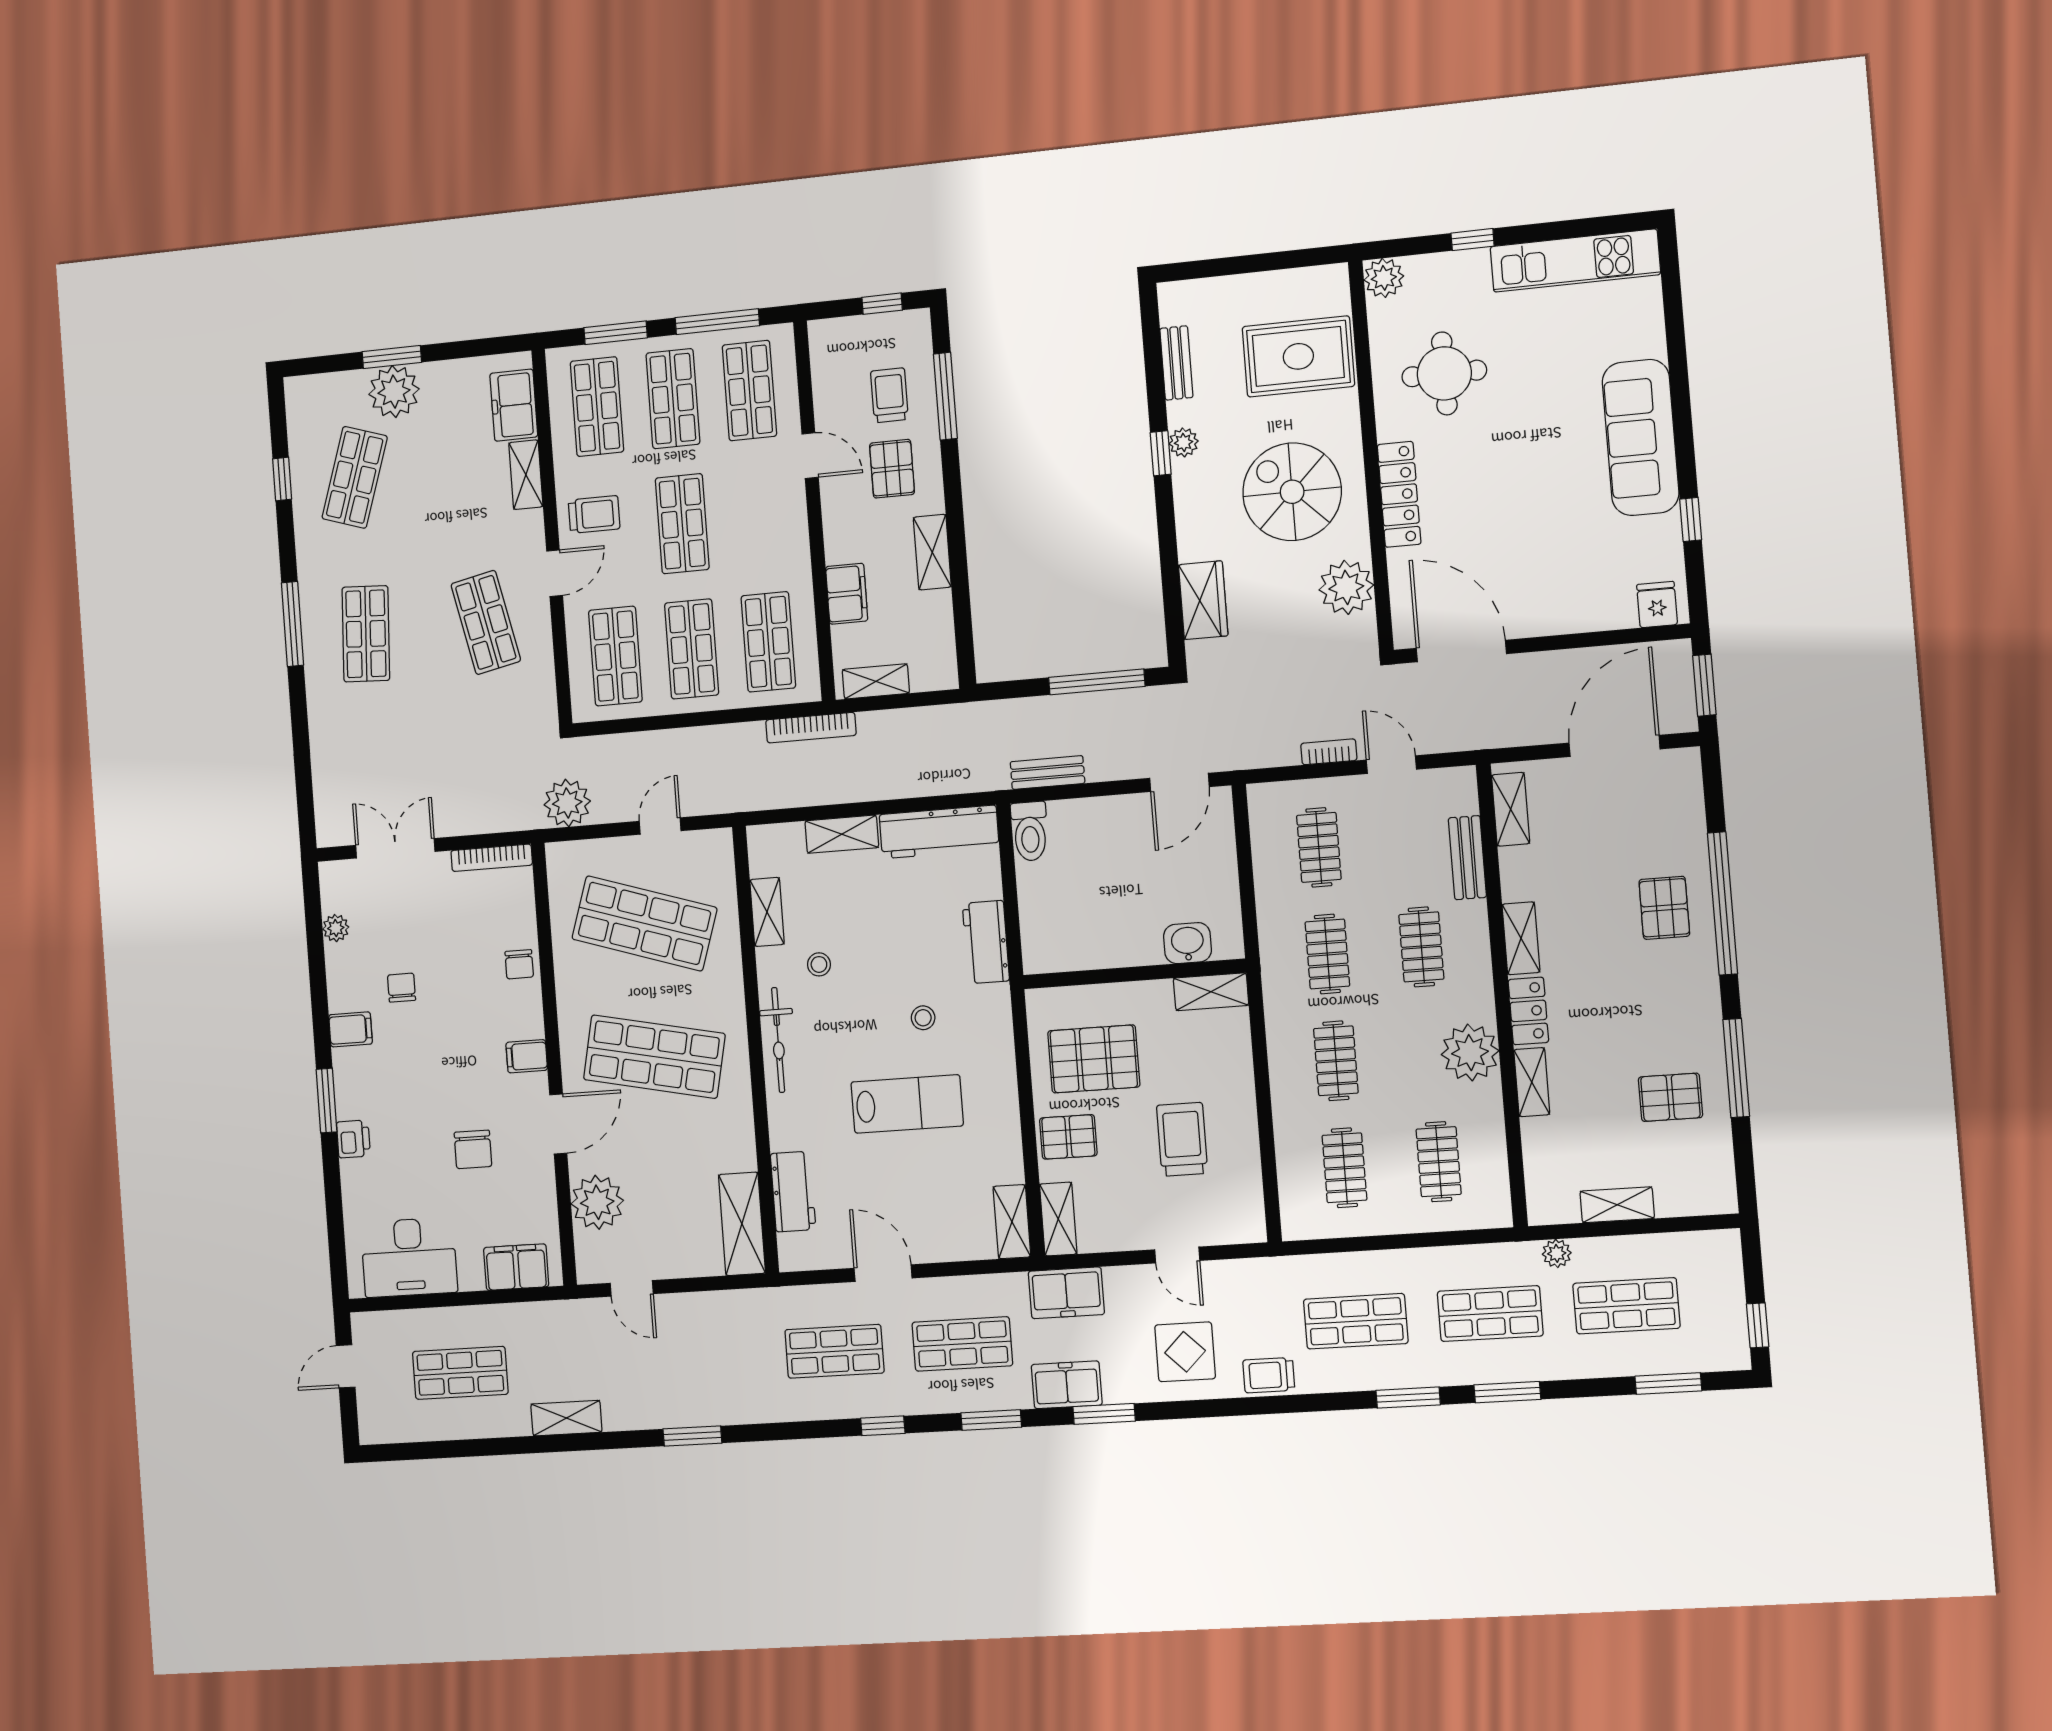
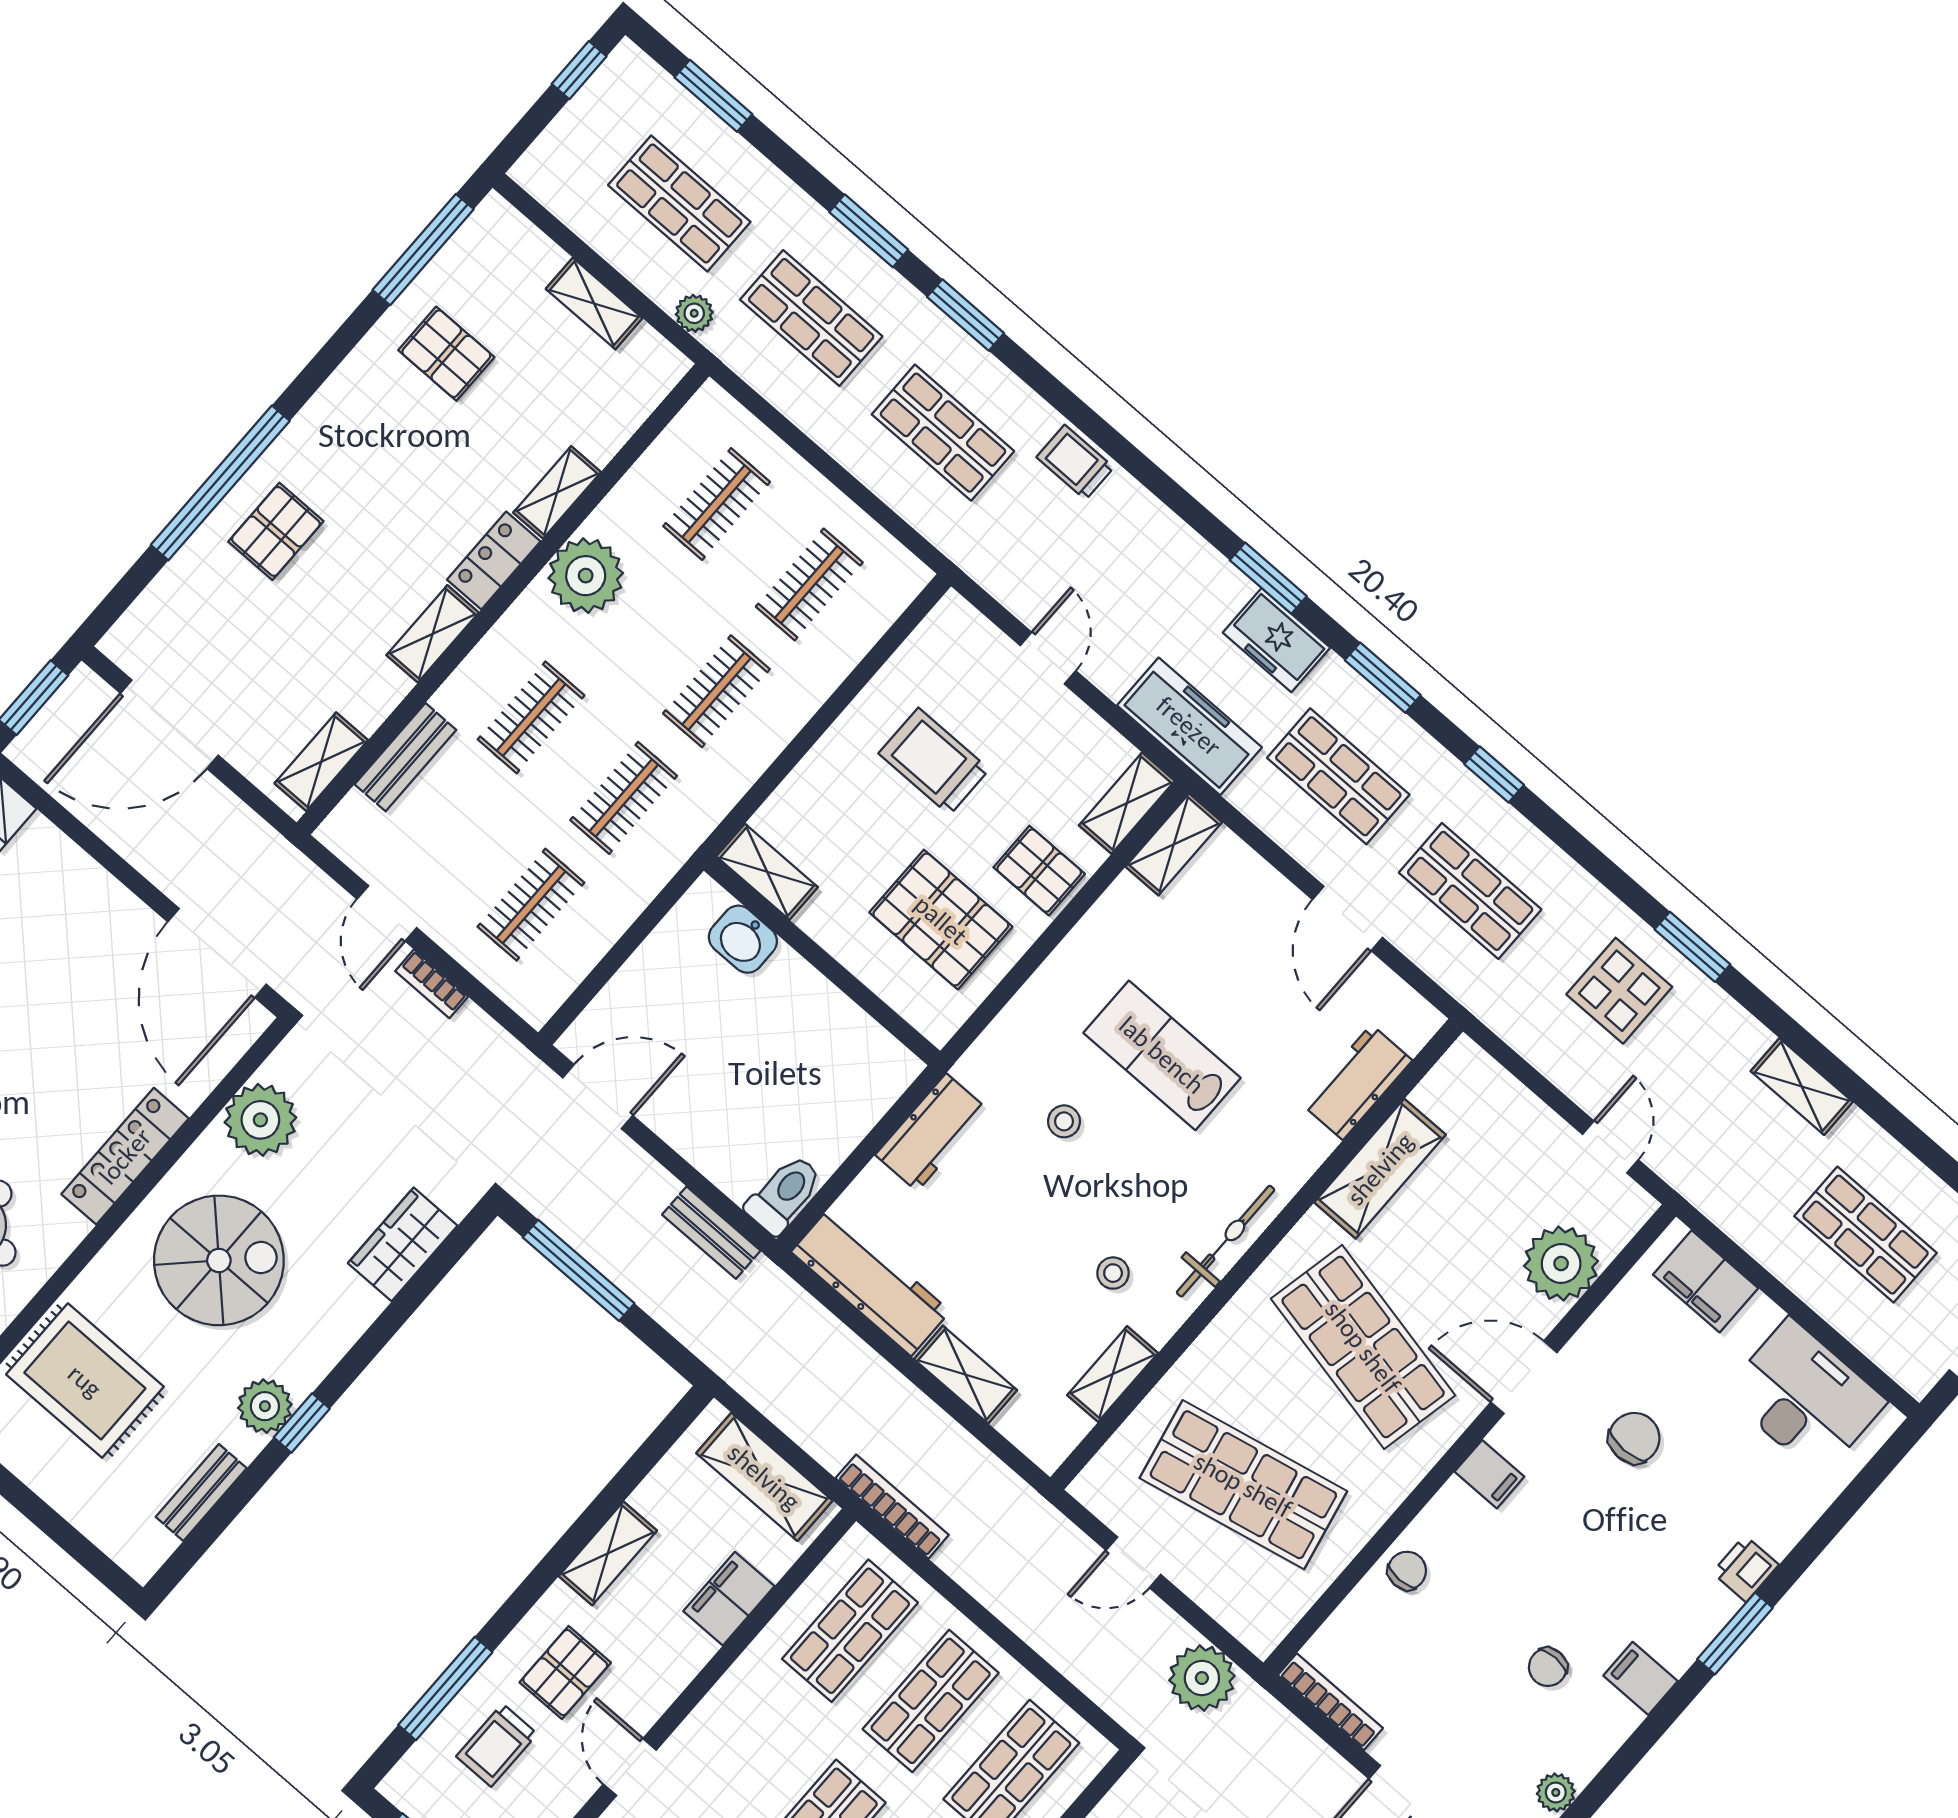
plant: (1184, 442) -> (265, 1406), width x1.38, depth x1.38
spiral stairs: (1292, 492) -> (219, 1260), turned -90
shelving: (876, 681) -> (764, 1477), width x1.50, depth x1.33
shop shelf: (644, 923) -> (1243, 1485), turned -30
window: (1736, 1068) -> (423, 250), moved
trolley: (1182, 1139) -> (934, 761), turned 90
shelving: (742, 1224) -> (1380, 1169), moved
freezer: (1066, 1293) -> (1189, 726), width x1.40
display table: (1185, 1352) -> (1619, 991), moved
trolley: (1269, 1375) -> (1075, 462), turned 180

